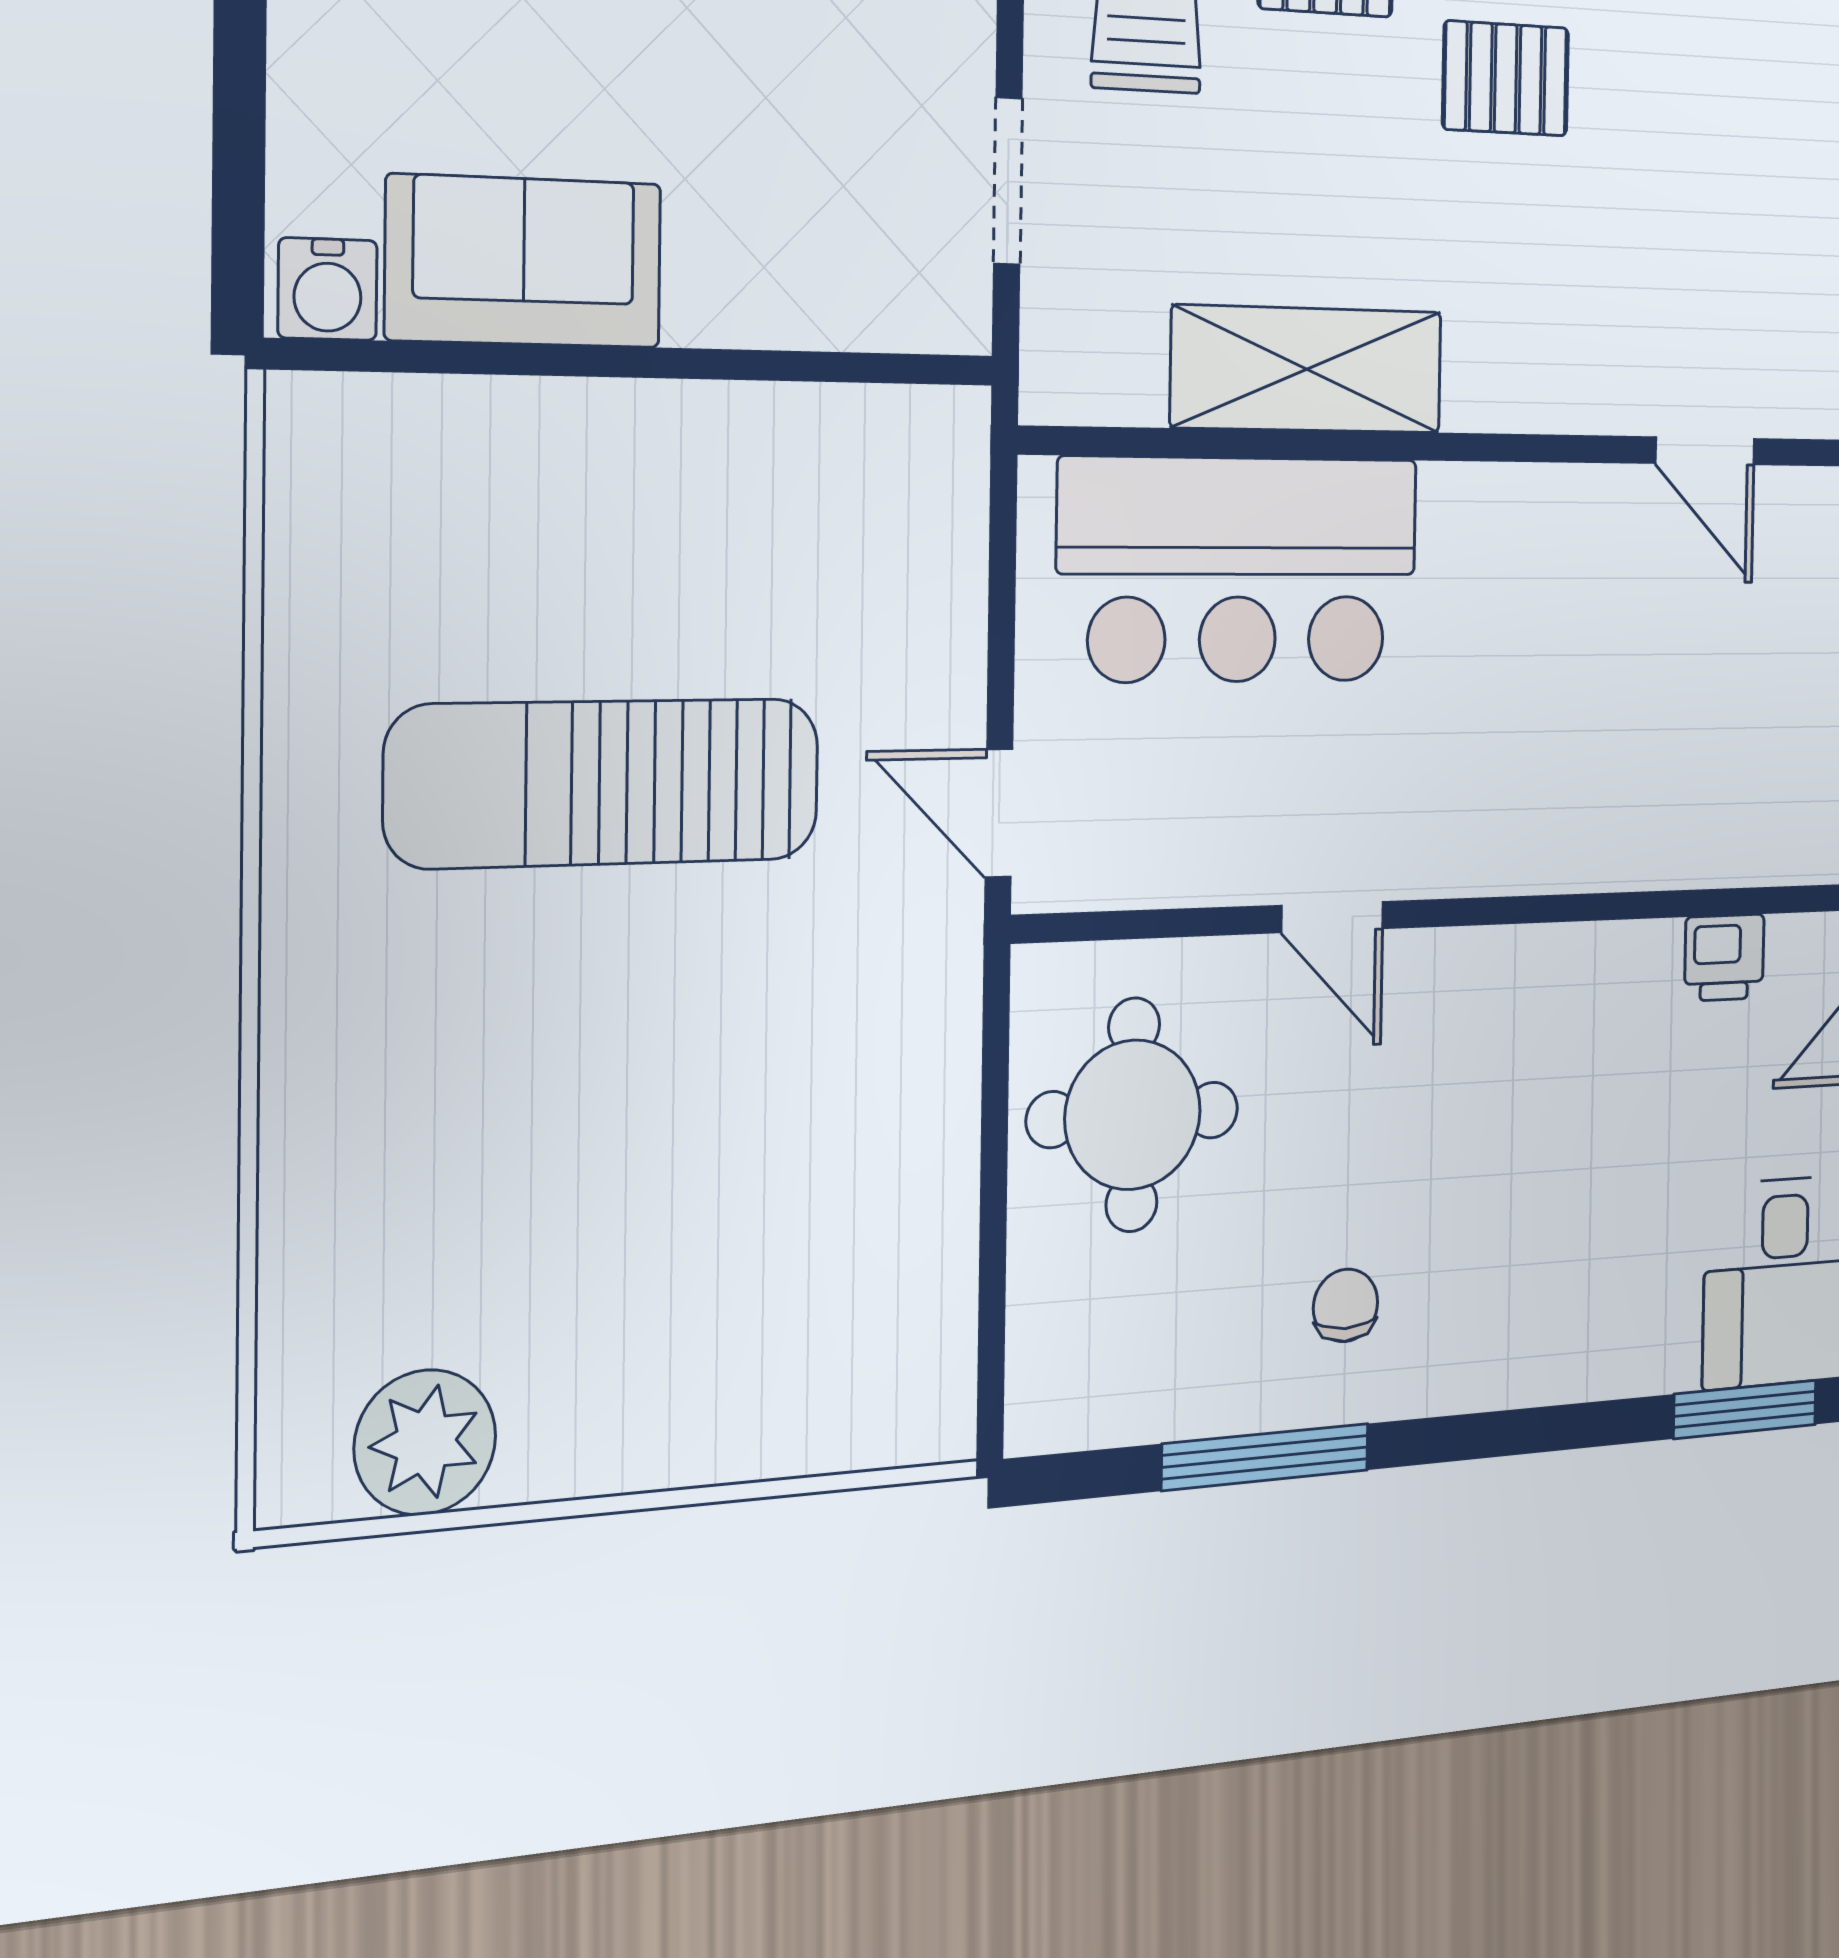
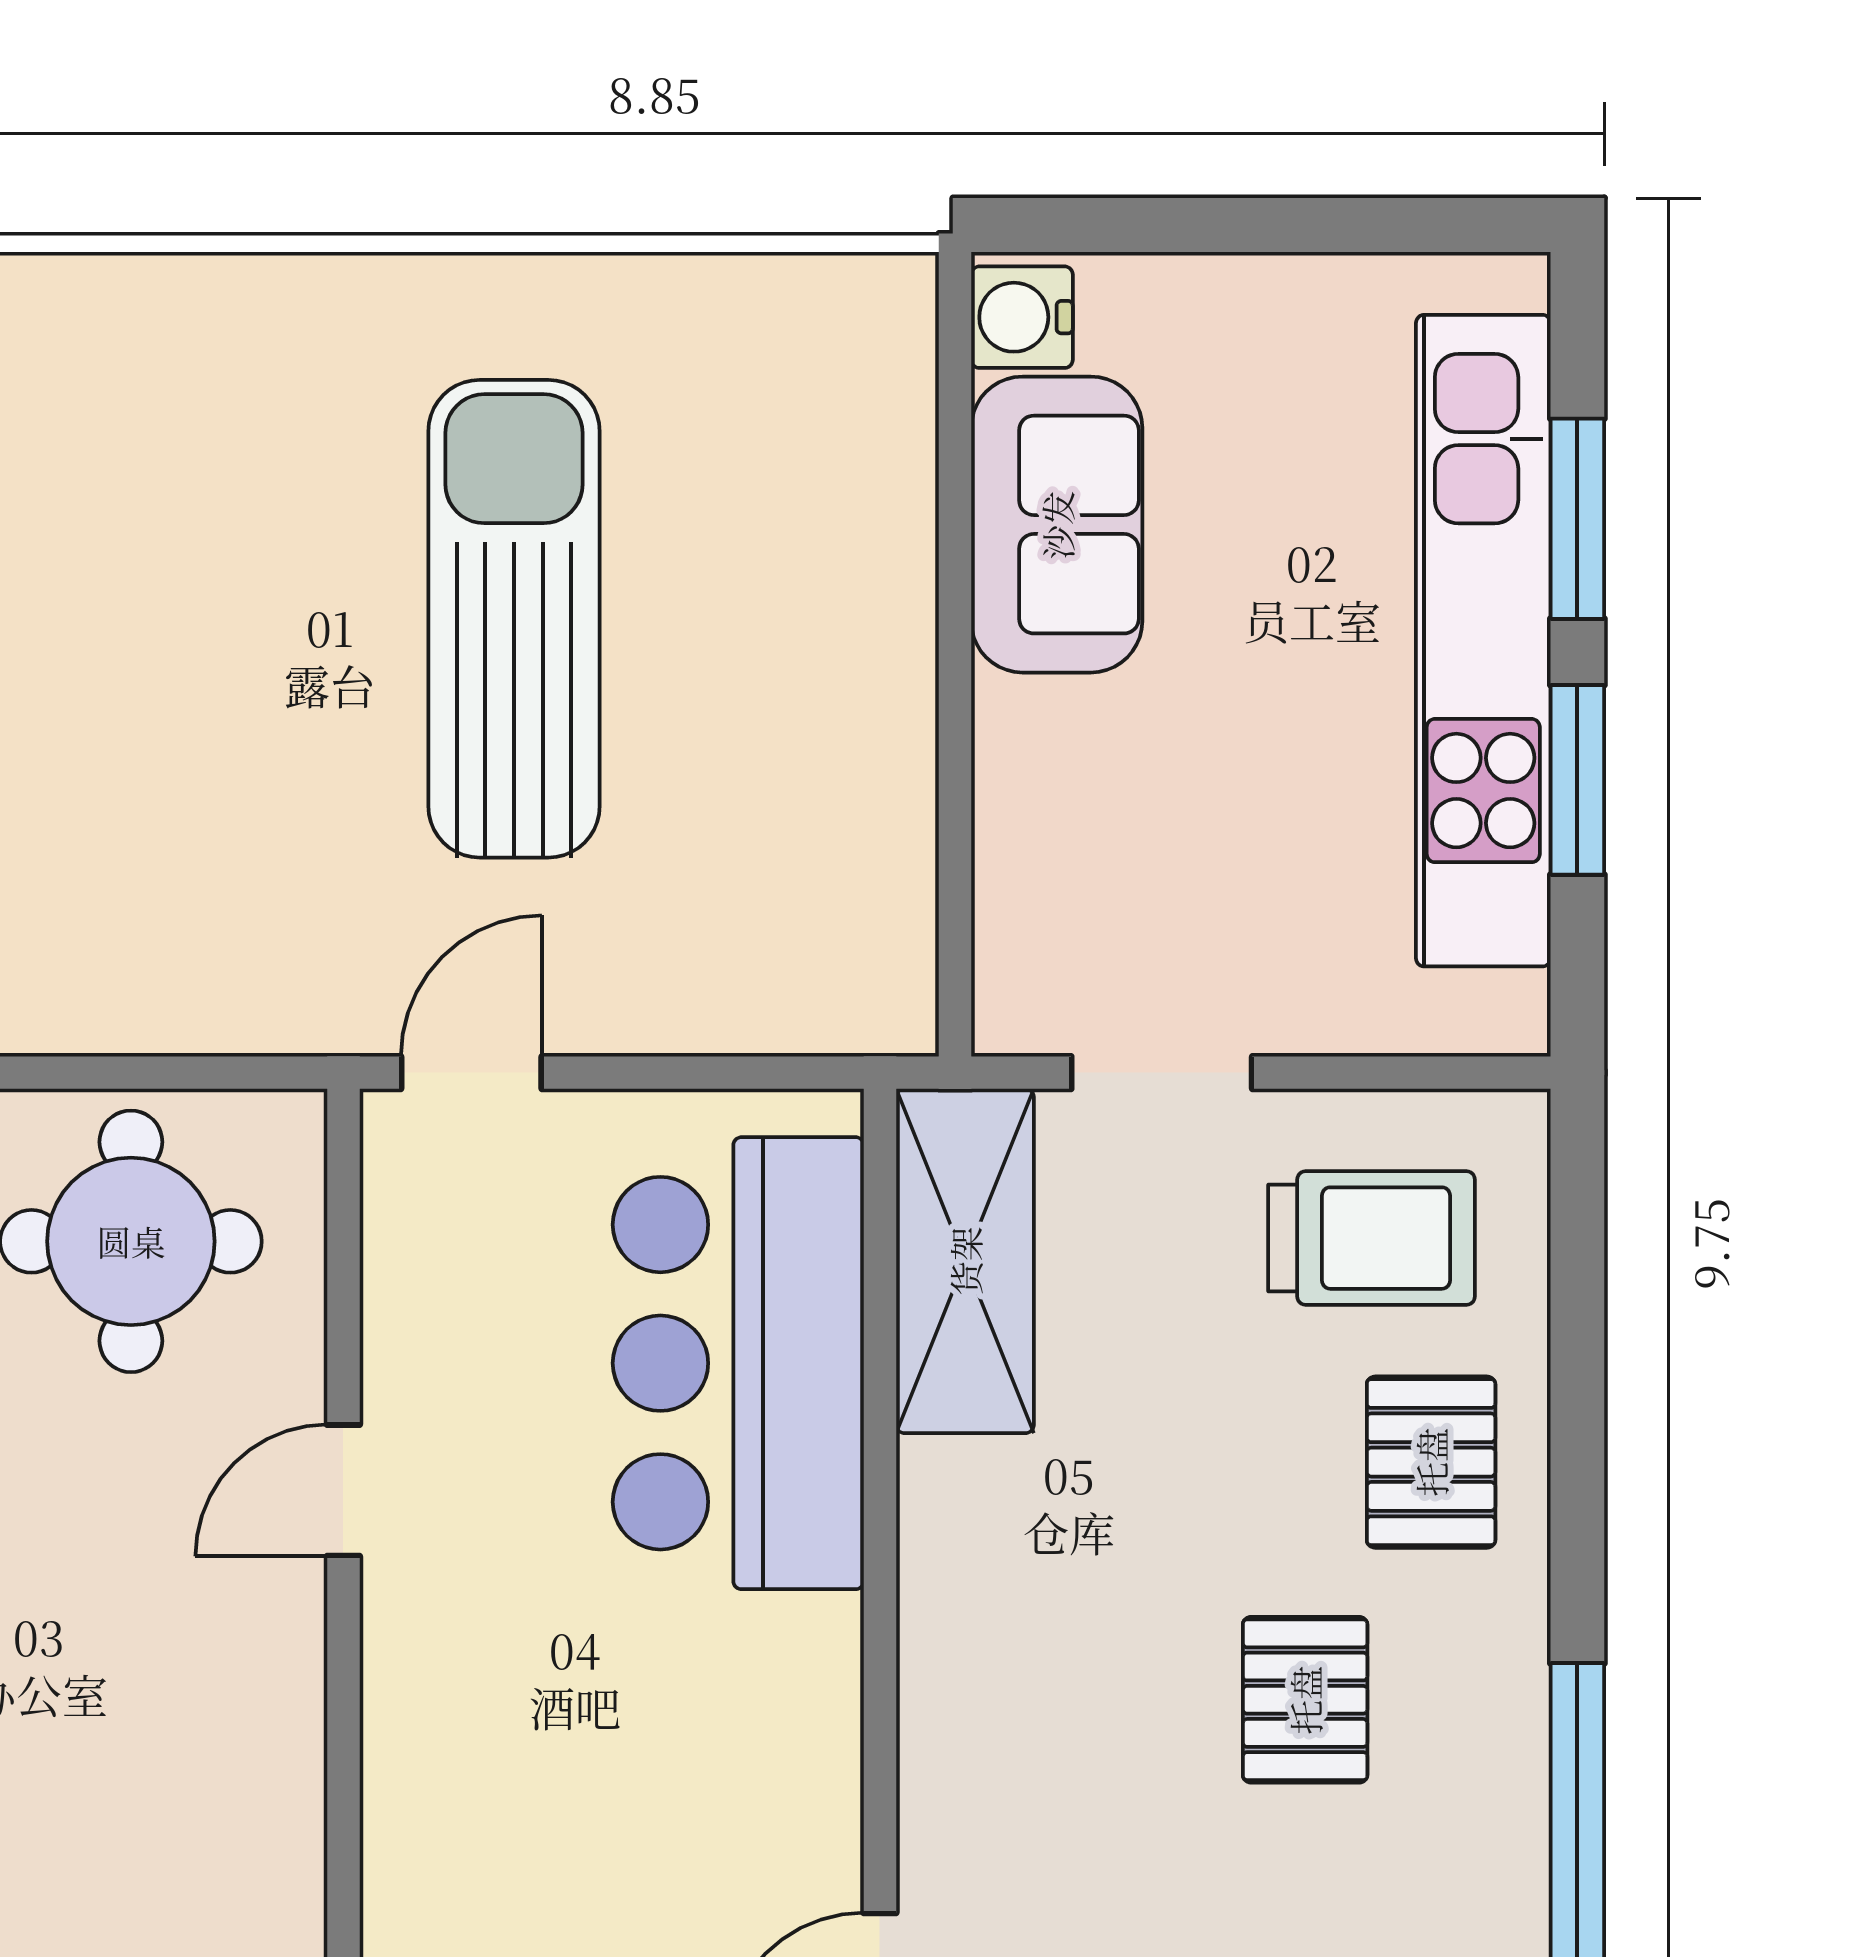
shelving: (1307, 369) -> (965, 1261), moved

